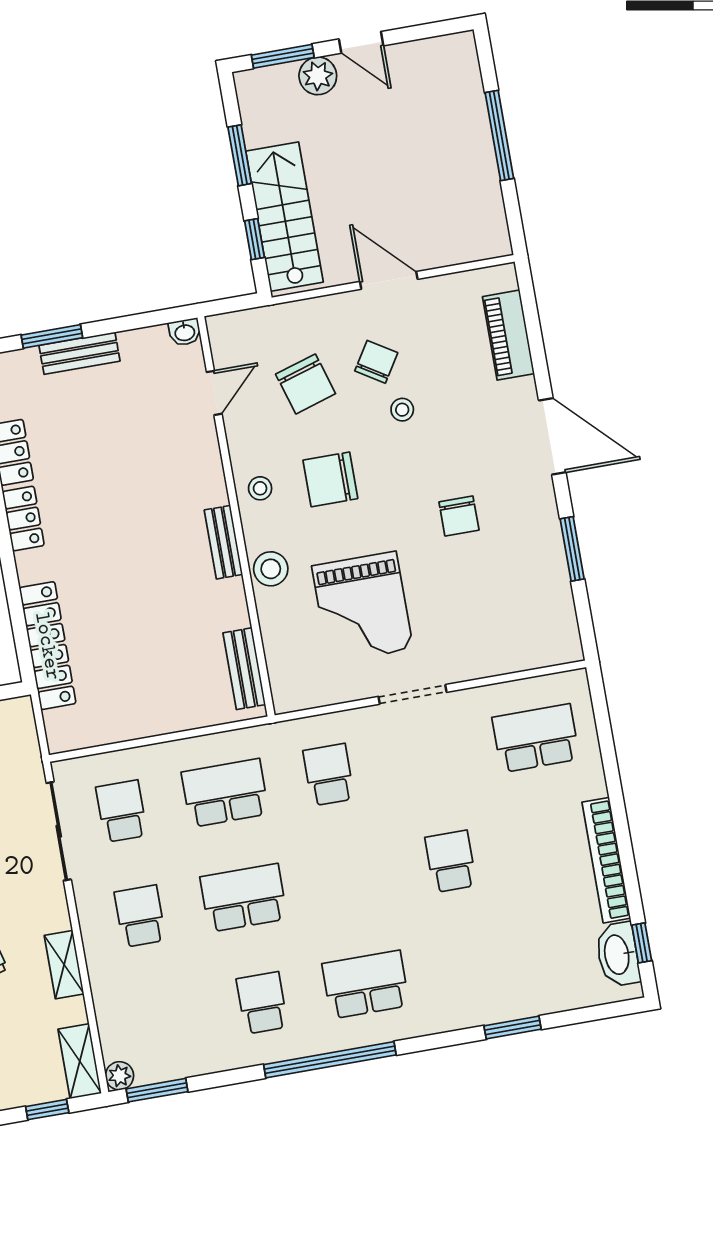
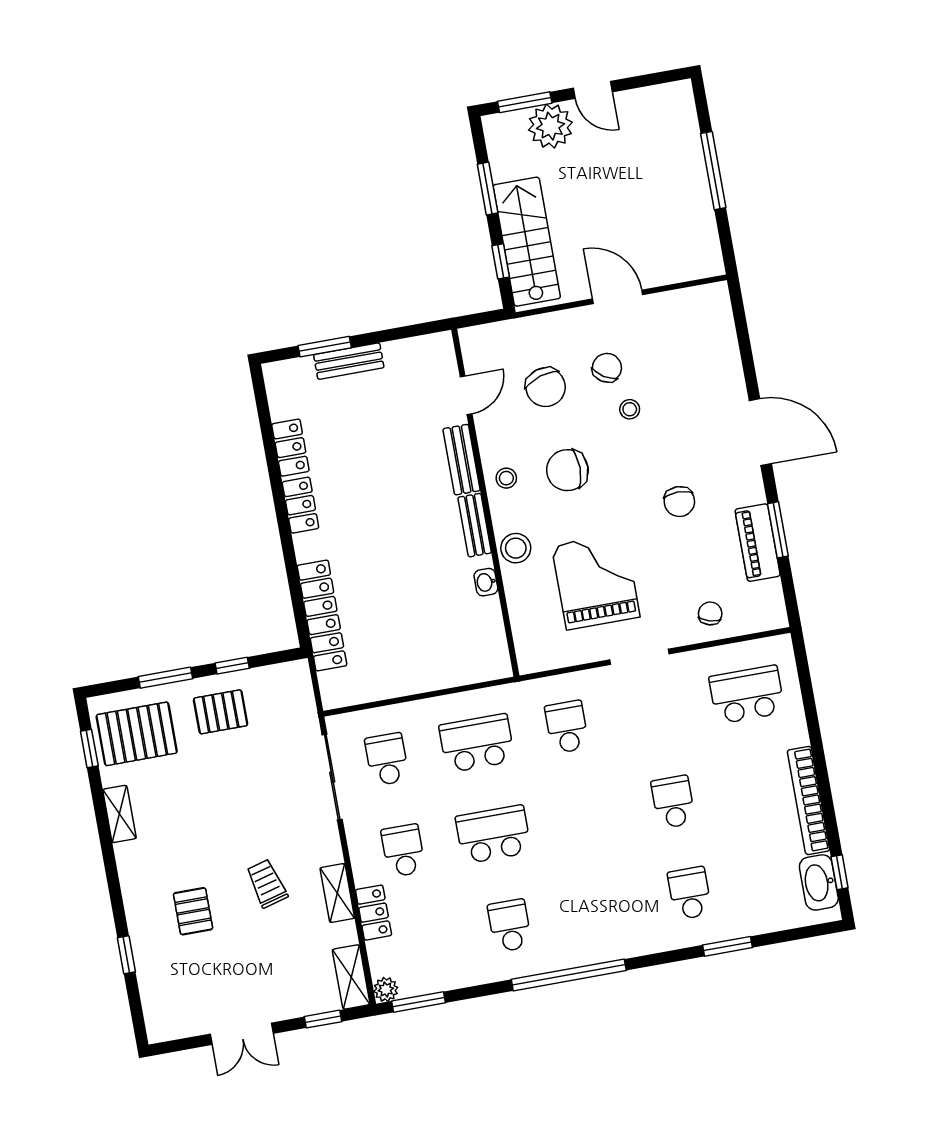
plant: (318, 76) -> (550, 126), width x1.36, depth x1.36
washbasin: (185, 332) -> (486, 582), moved, turned 90
piano: (508, 335) -> (758, 543), moved
grand piano: (362, 607) -> (596, 581), turned 180
chair: (494, 645) -> (710, 613), added
bench: (244, 669) -> (462, 460), moved
school desk: (366, 985) -> (690, 893), moved, width x0.54
locker: (106, 987) -> (374, 913), added

